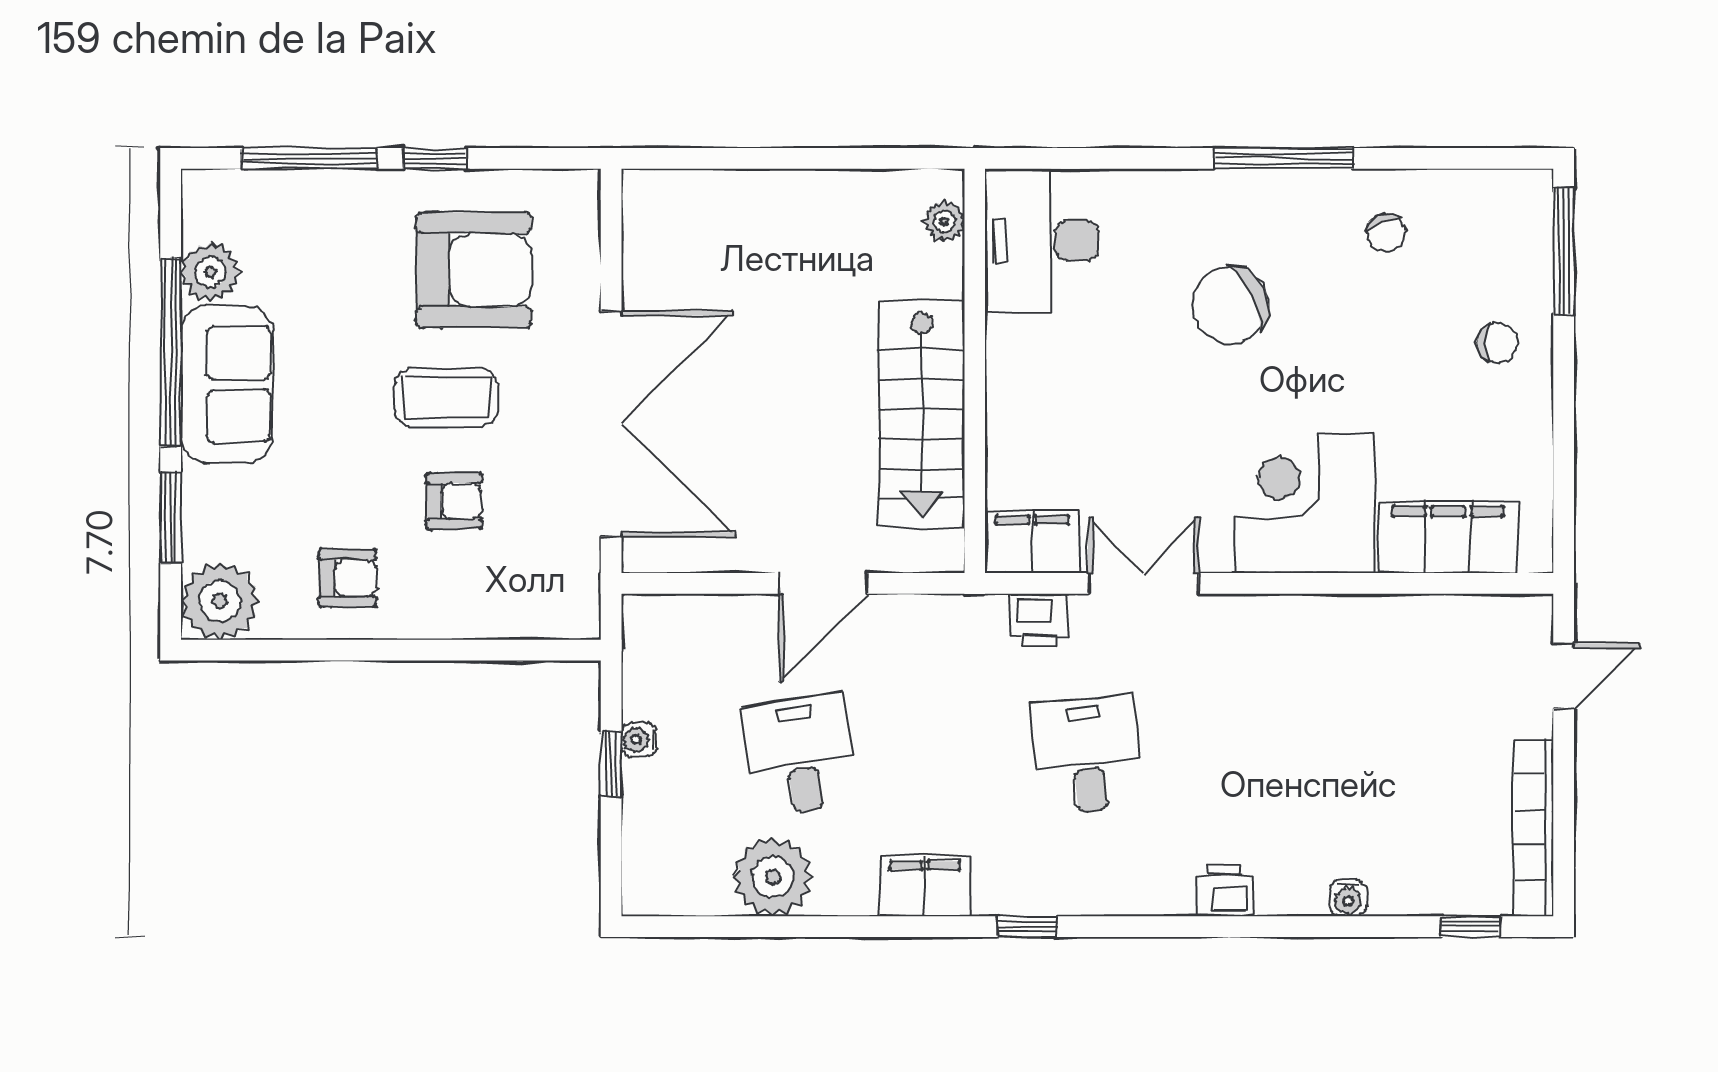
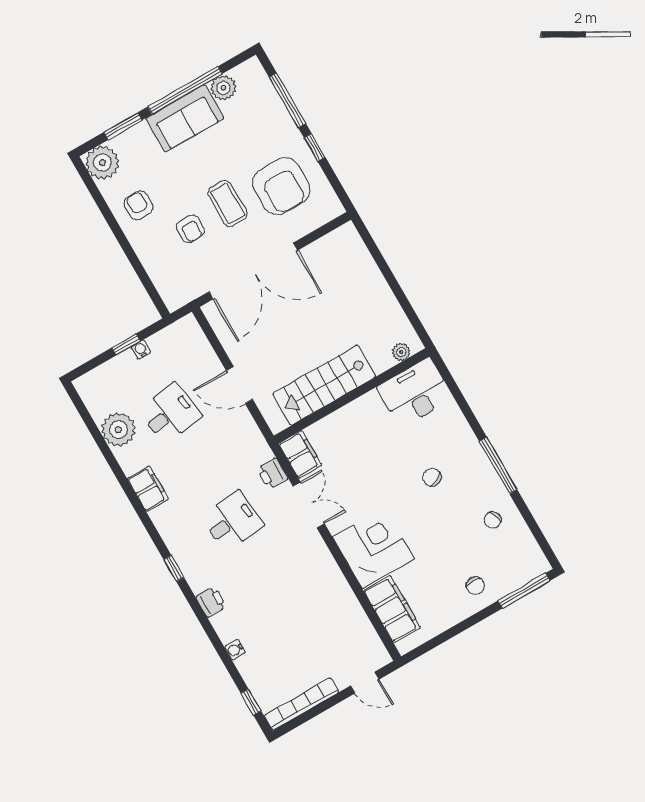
chair: (1230, 305) -> (432, 477), width x0.54, depth x0.54
armchair: (347, 578) -> (139, 205), turned 180
window: (1027, 927) -> (174, 568), moved

